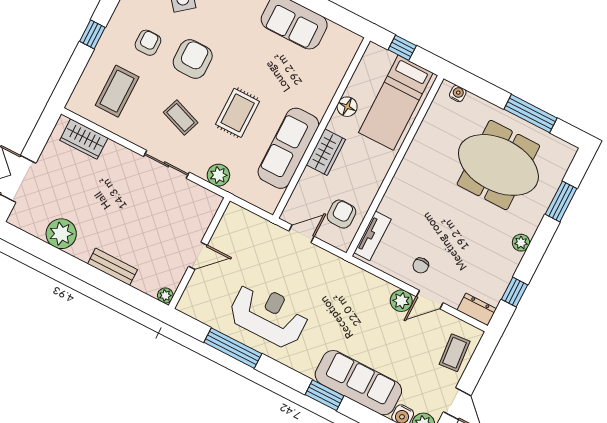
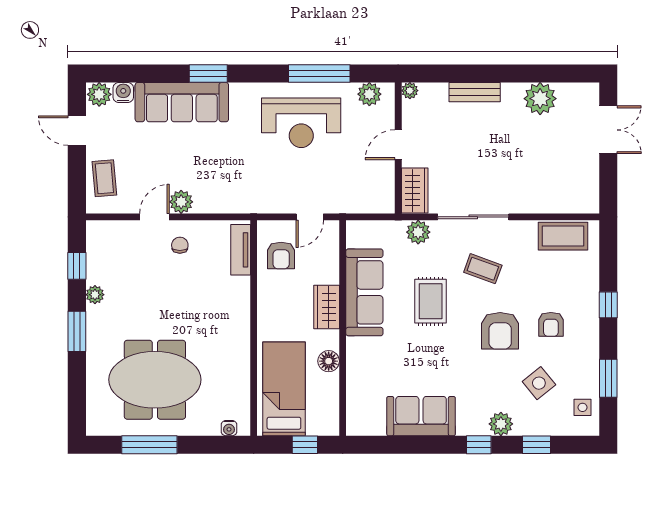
coffee table: (117, 91) -> (563, 236), moved, turned 90
wardrobe: (84, 139) -> (415, 191), moved, turned 90
sliding door: (166, 164) -> (473, 217), width x1.37
window: (561, 201) -> (77, 331), moved
plant: (521, 243) -> (95, 295), moved
dresser: (477, 309) -> (104, 231), removed
plant: (200, 310) -> (369, 94), added

